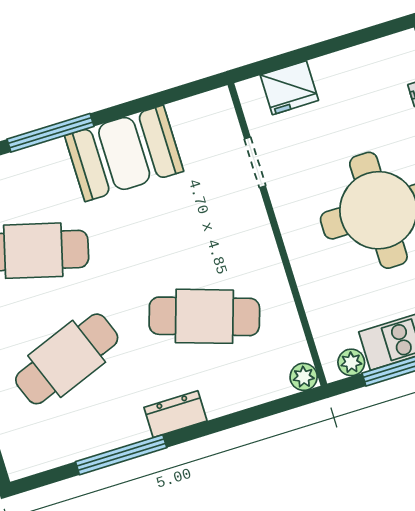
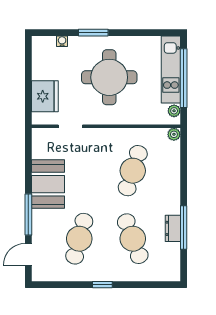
fridge: (289, 88) -> (45, 96), width x1.36, depth x1.34
dresser: (175, 414) -> (173, 228), moved

